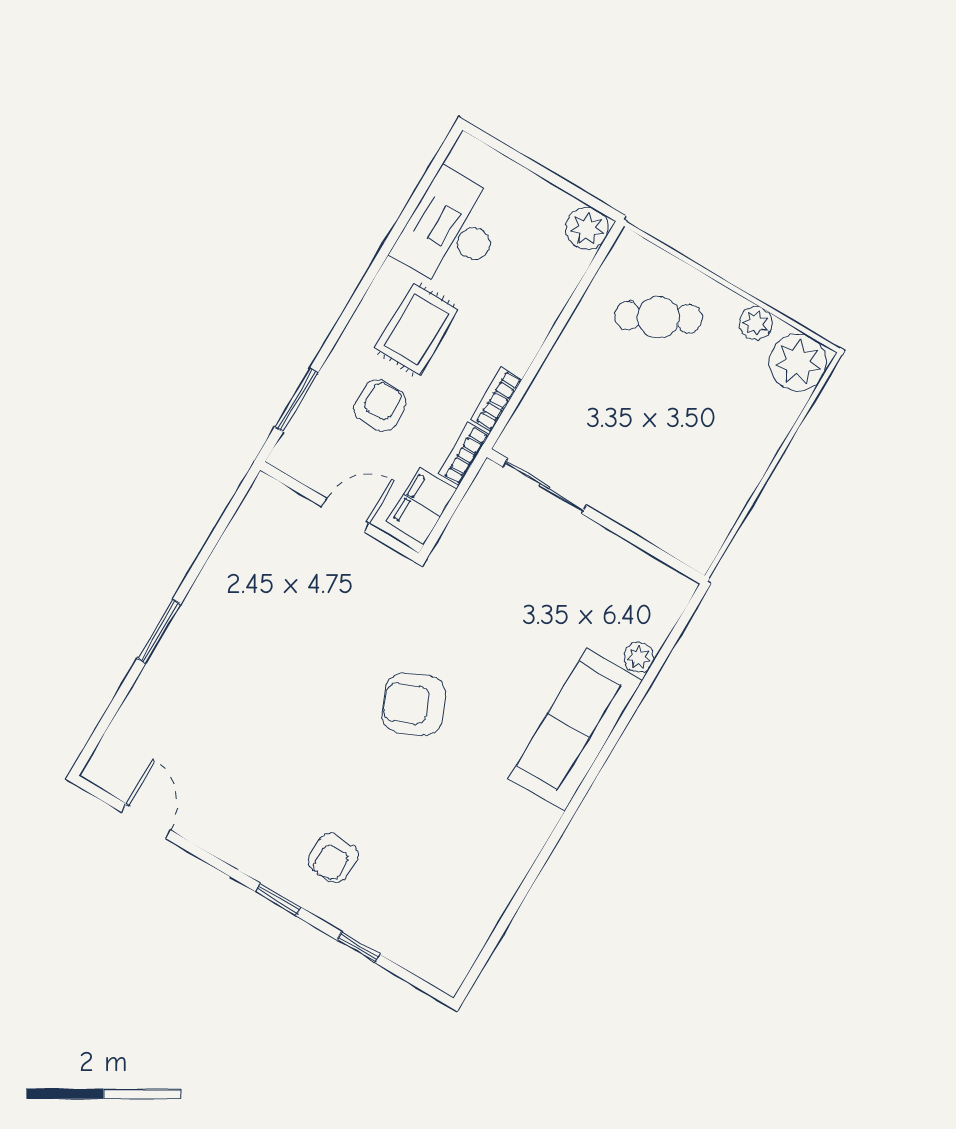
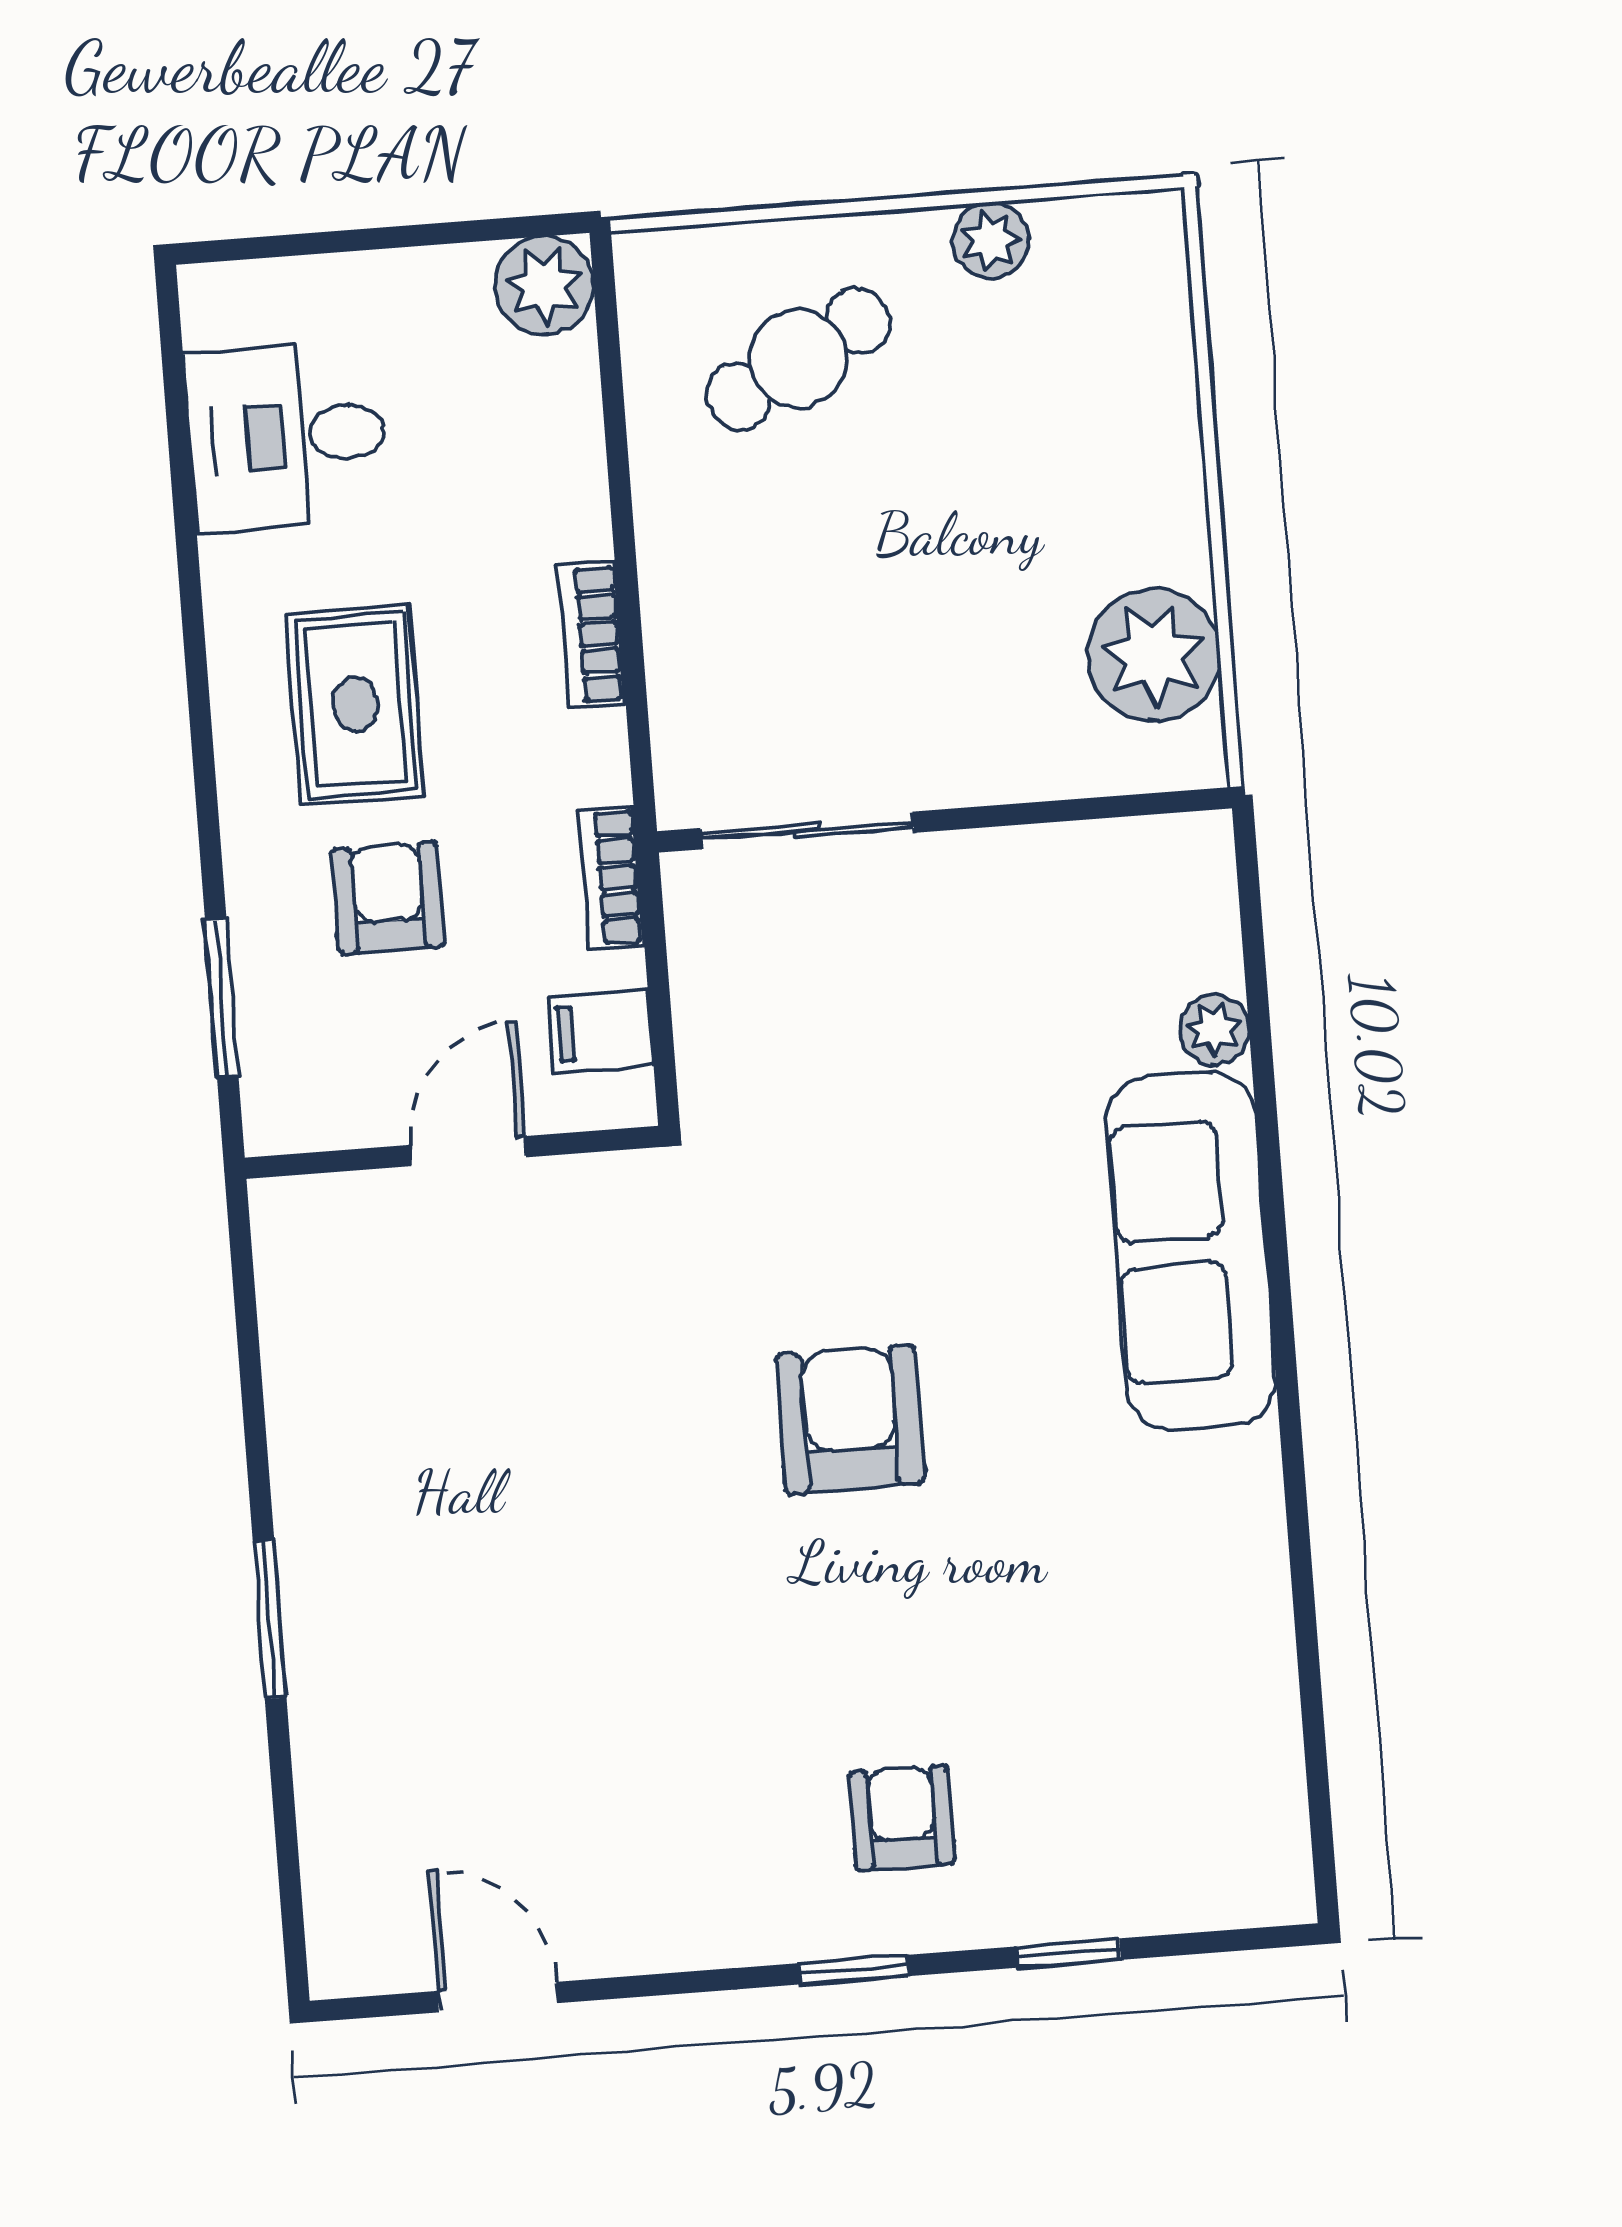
desk: (451, 230) -> (287, 436), width x0.73
plant: (798, 362) -> (1154, 655), moved
bookcase: (496, 399) -> (592, 634), moved
filing cabinet: (422, 506) -> (601, 1031), width x0.50
armchair: (414, 704) -> (850, 1419), turned 113
armchair: (333, 858) -> (902, 1818), turned 180

